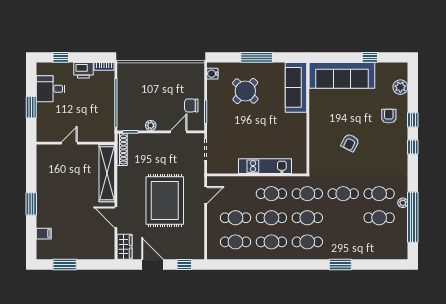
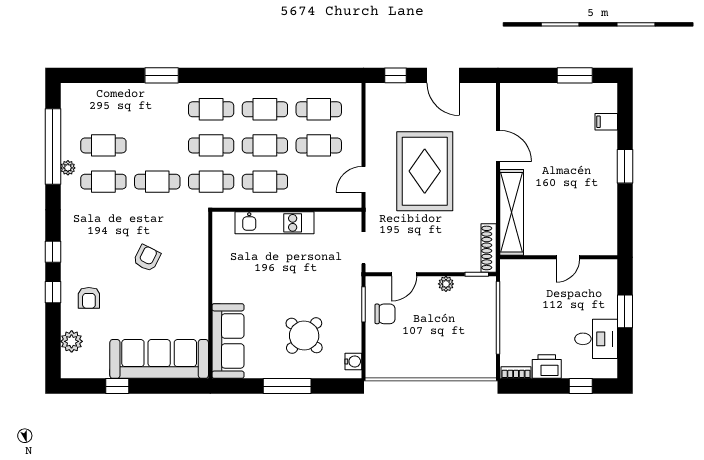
wardrobe: (125, 247) -> (485, 102), removed

